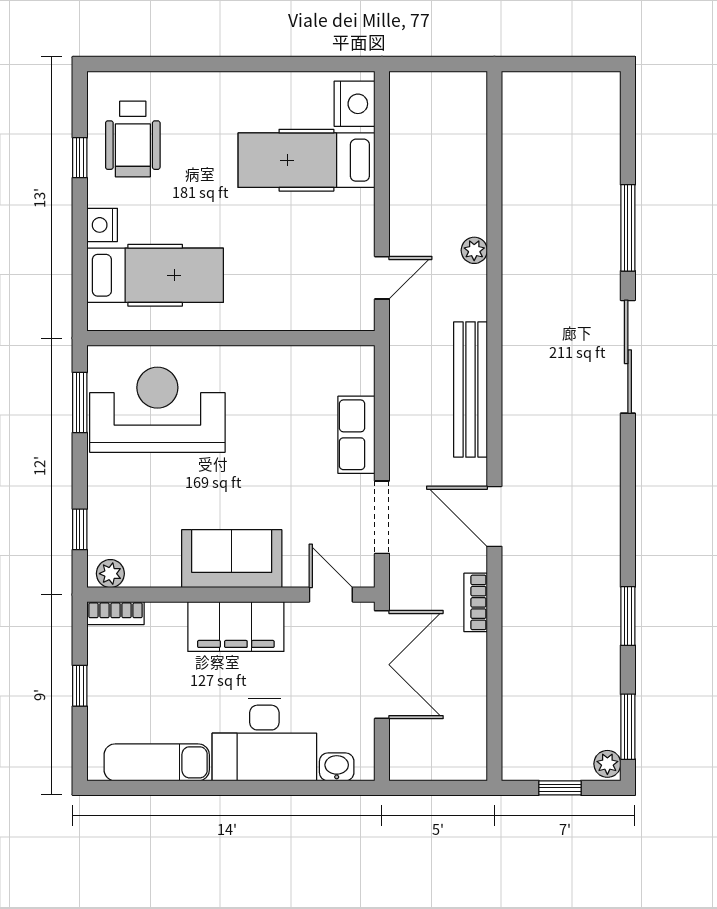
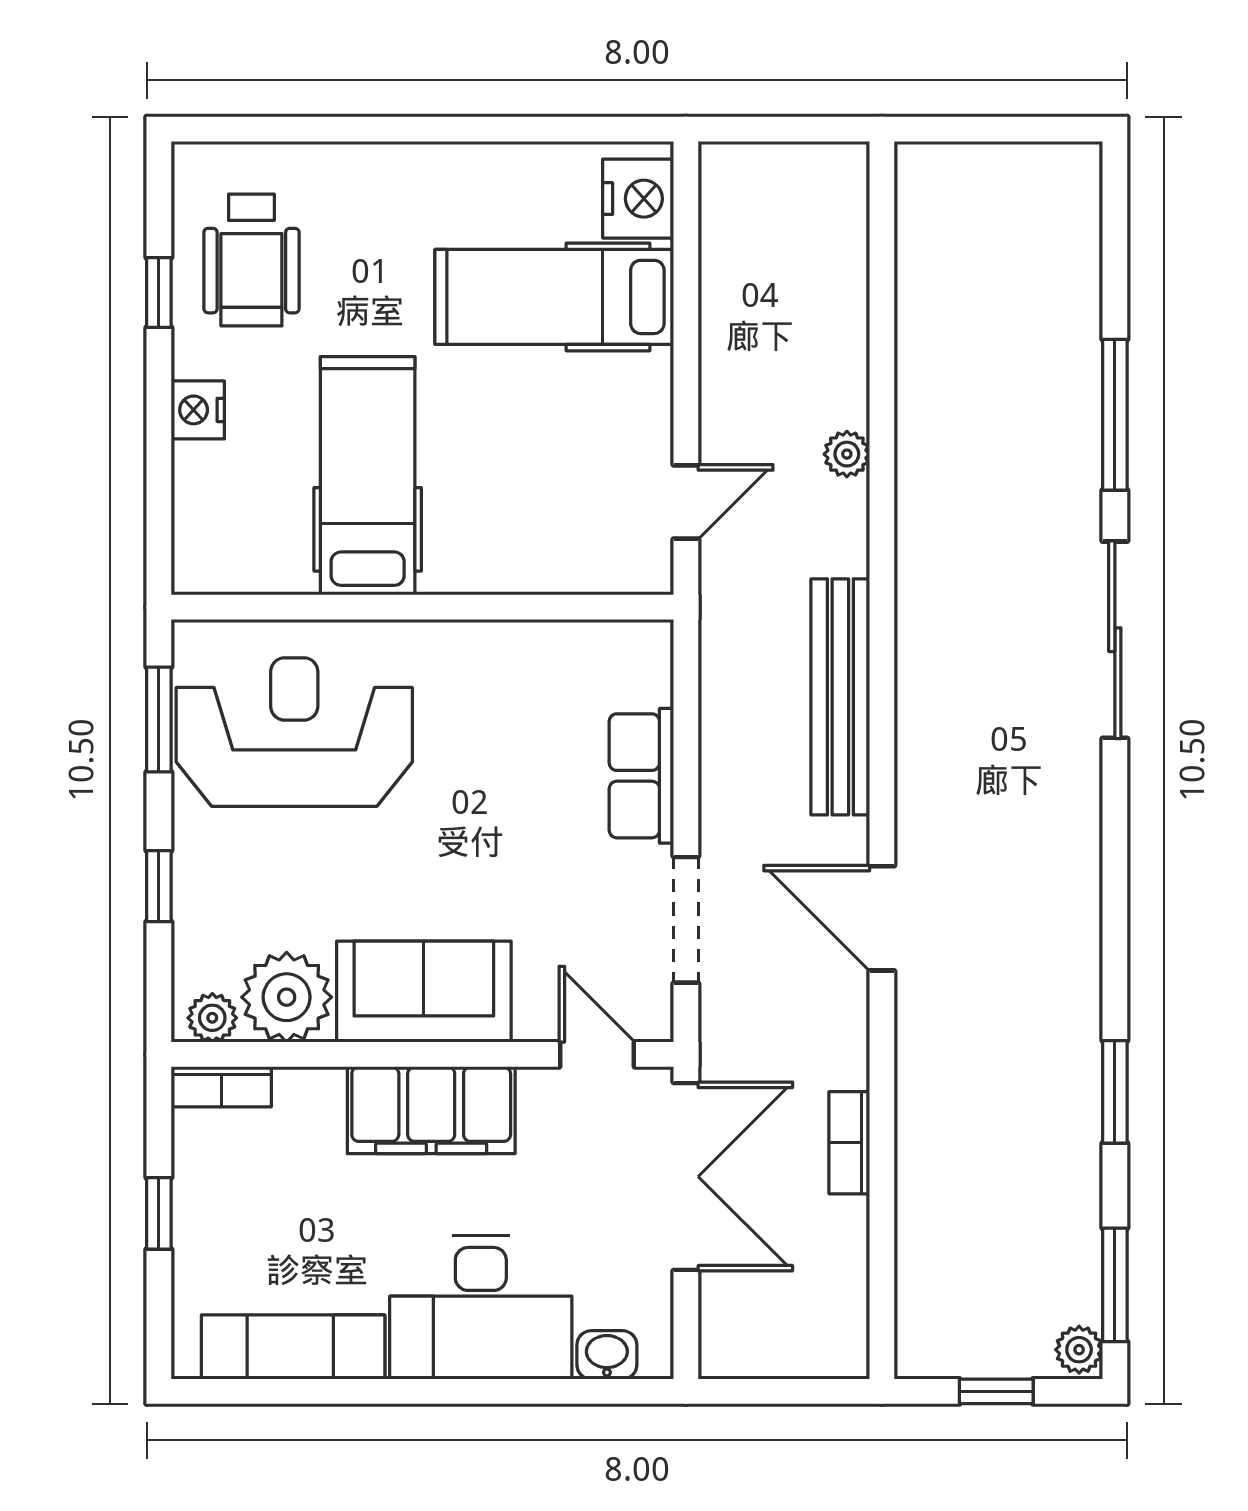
hospital bed: (155, 275) -> (368, 476), moved, turned -90
window: (80, 529) -> (159, 886), moved
plant: (153, 562) -> (287, 997), added
bookcase: (476, 602) -> (849, 1143), moved

